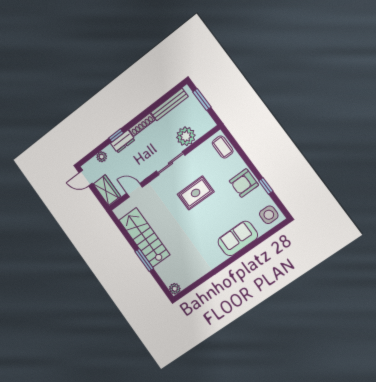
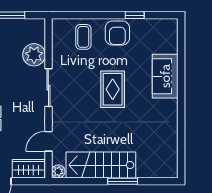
coffee table: (223, 147) -> (83, 37), moved, turned 90
rug: (196, 193) -> (113, 89), moved
side table: (269, 215) -> (163, 32), removed
plant: (175, 289) -> (58, 171), moved

